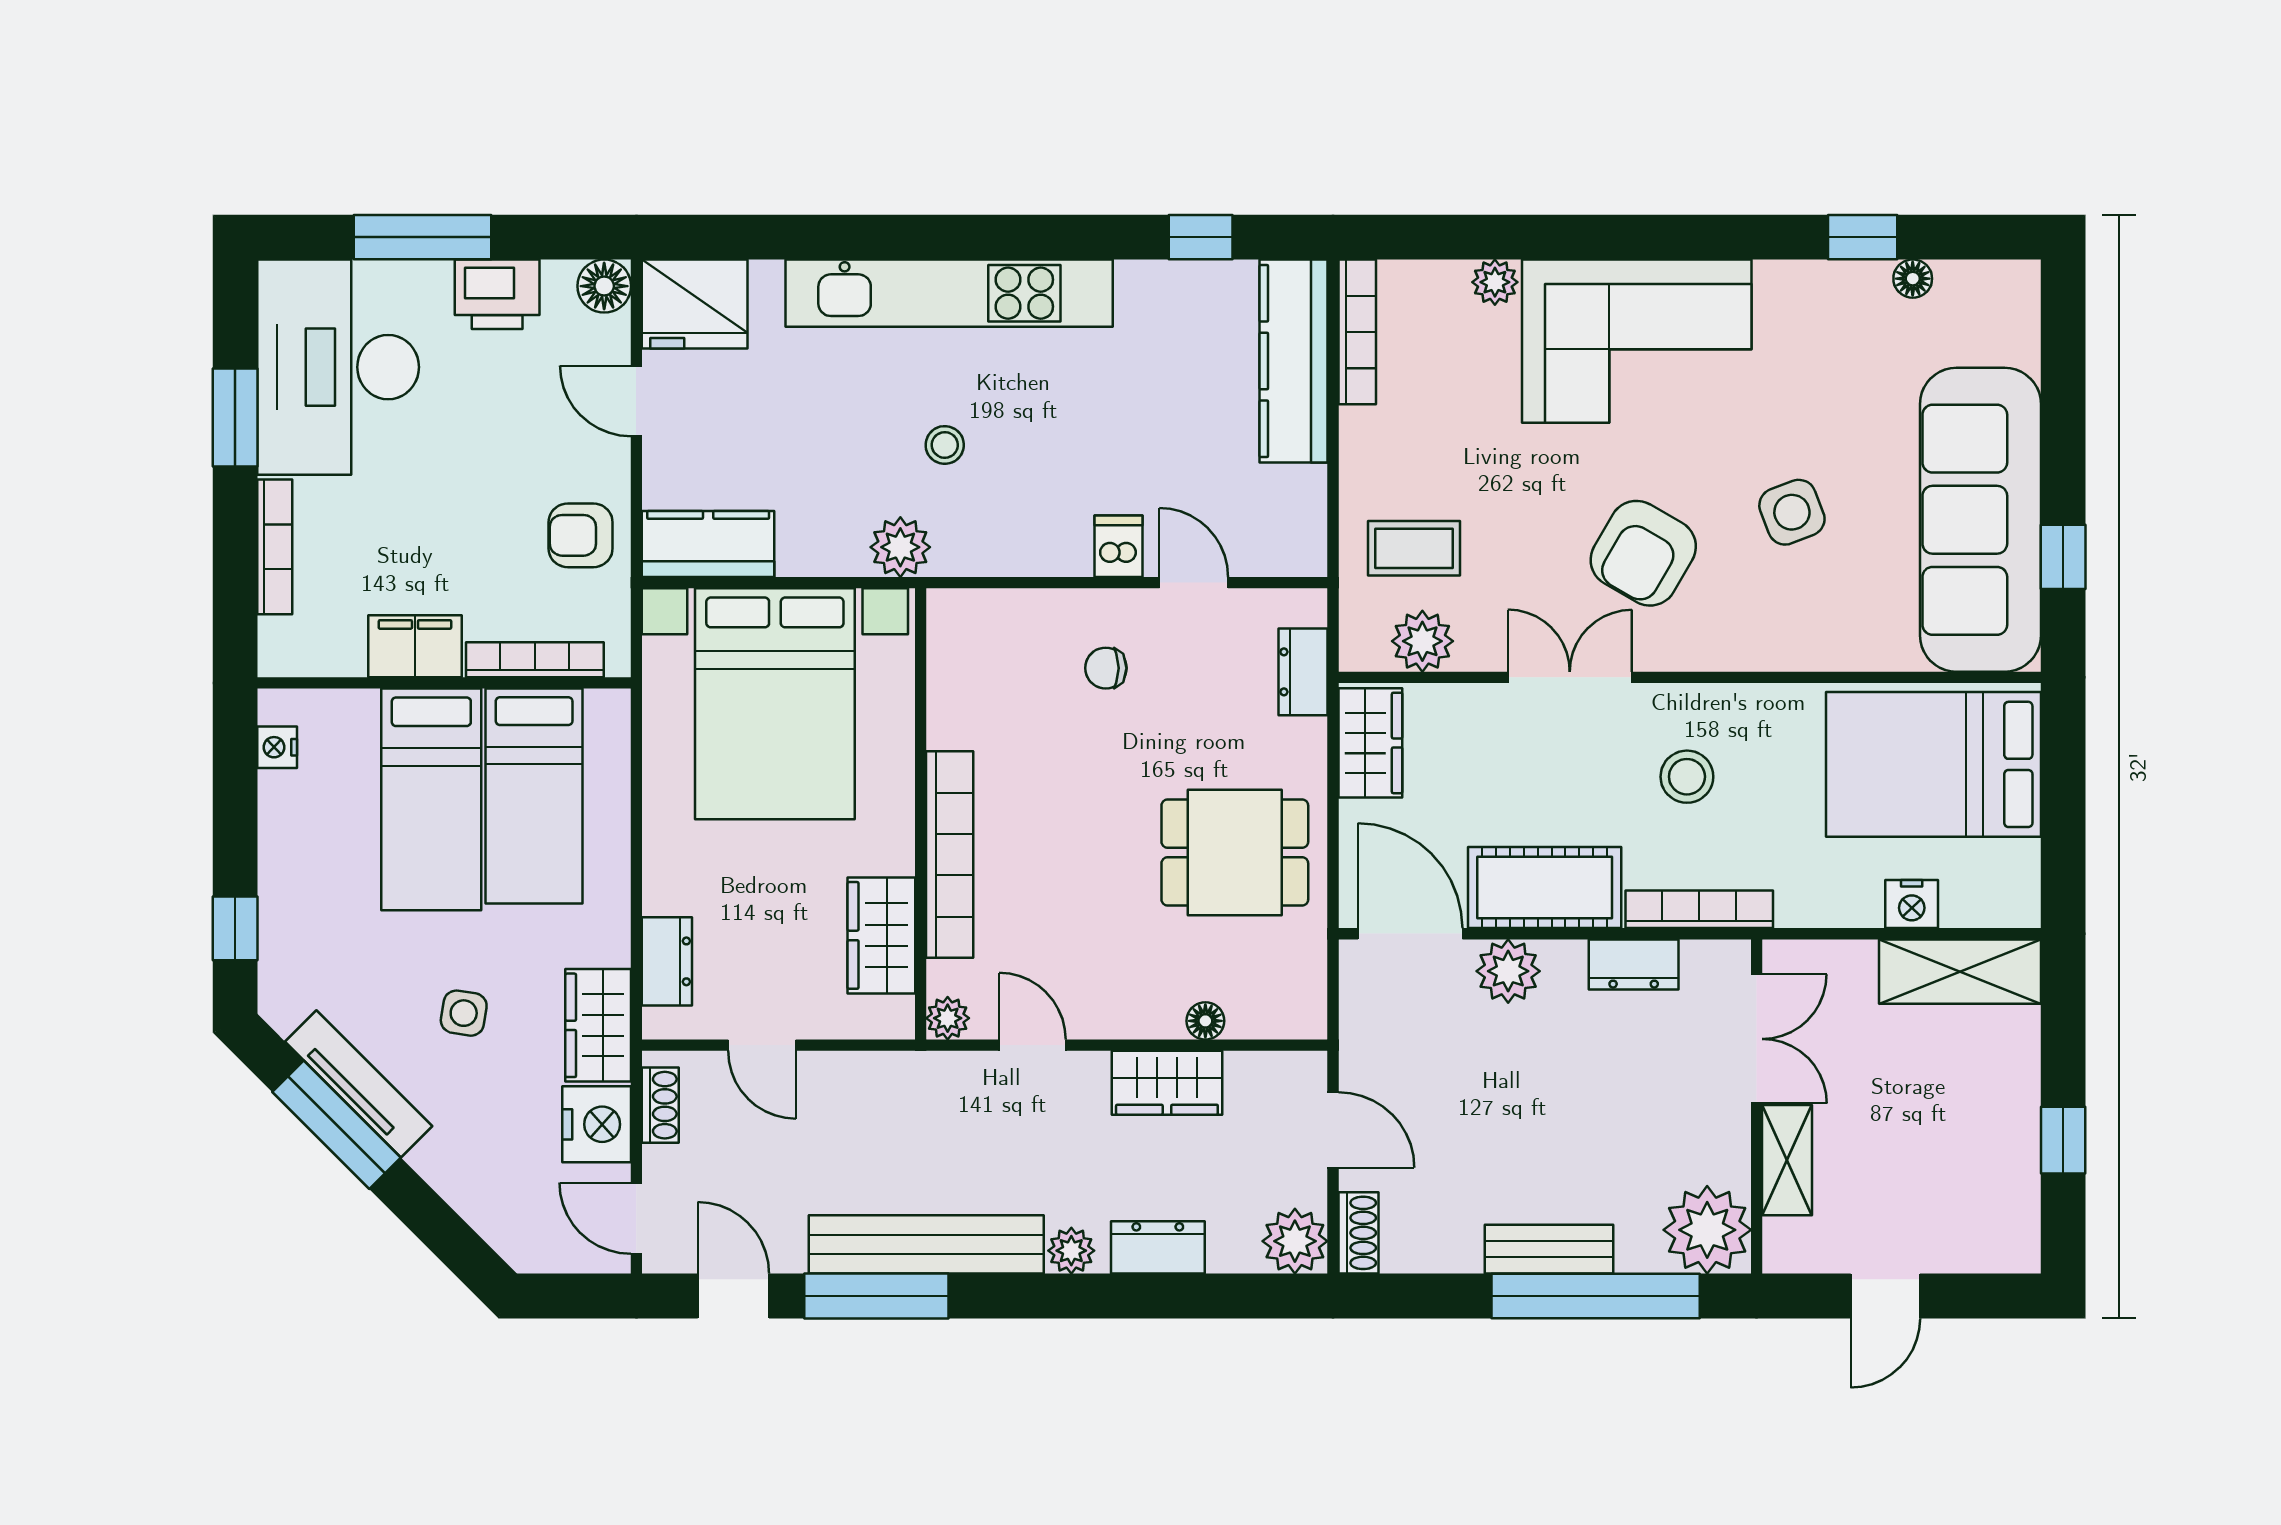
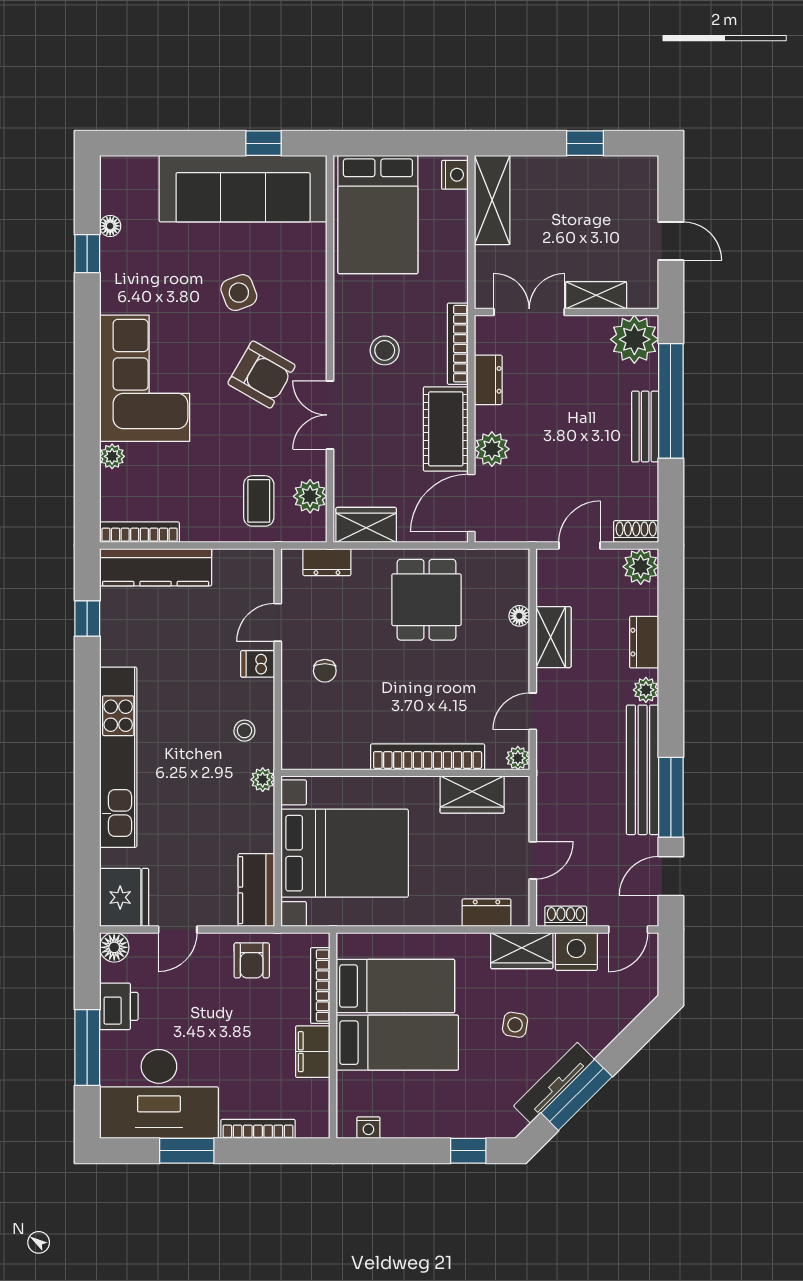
stool: (945, 445) -> (244, 731), moved
plant: (900, 547) -> (263, 780), width x0.73, depth x0.73
nightstand: (1912, 904) -> (455, 175), moved

